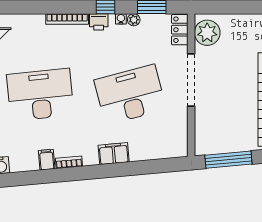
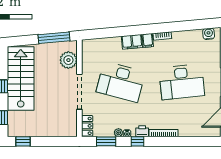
plant: (207, 33) -> (68, 60), moved
desk: (130, 95) -> (121, 82), turned 30
filing cabinet: (47, 160) -> (148, 40), moved

